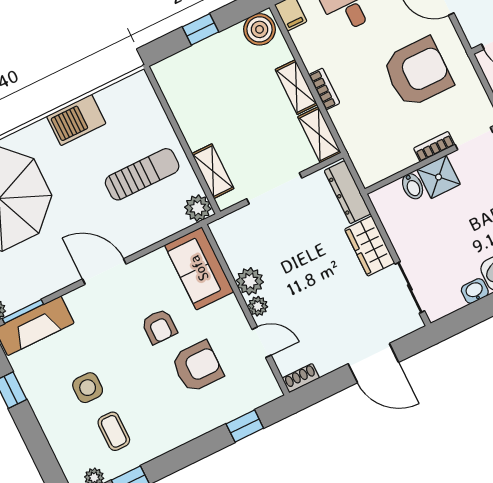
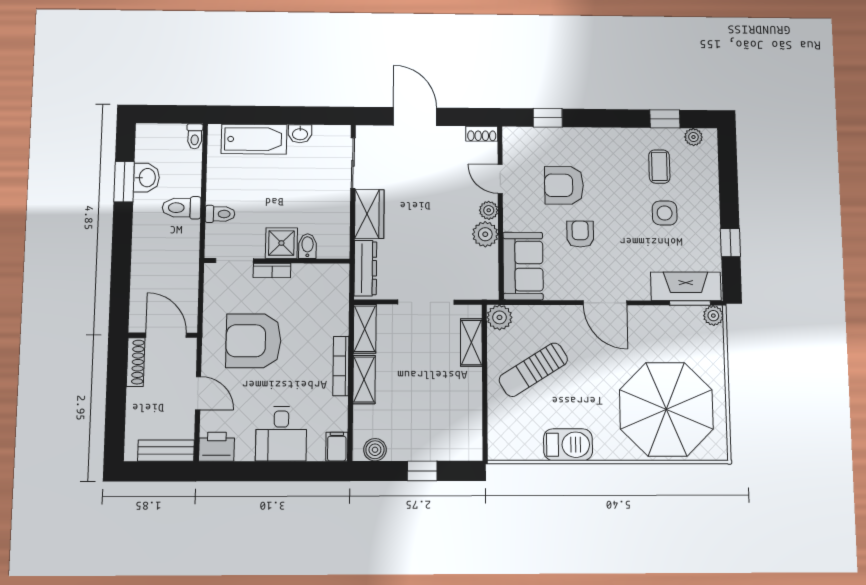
boiler: (260, 29) -> (375, 450), width x0.73, depth x0.73
bookcase: (324, 89) -> (341, 366), width x1.56
sun lounger: (142, 174) -> (533, 370), turned -32

